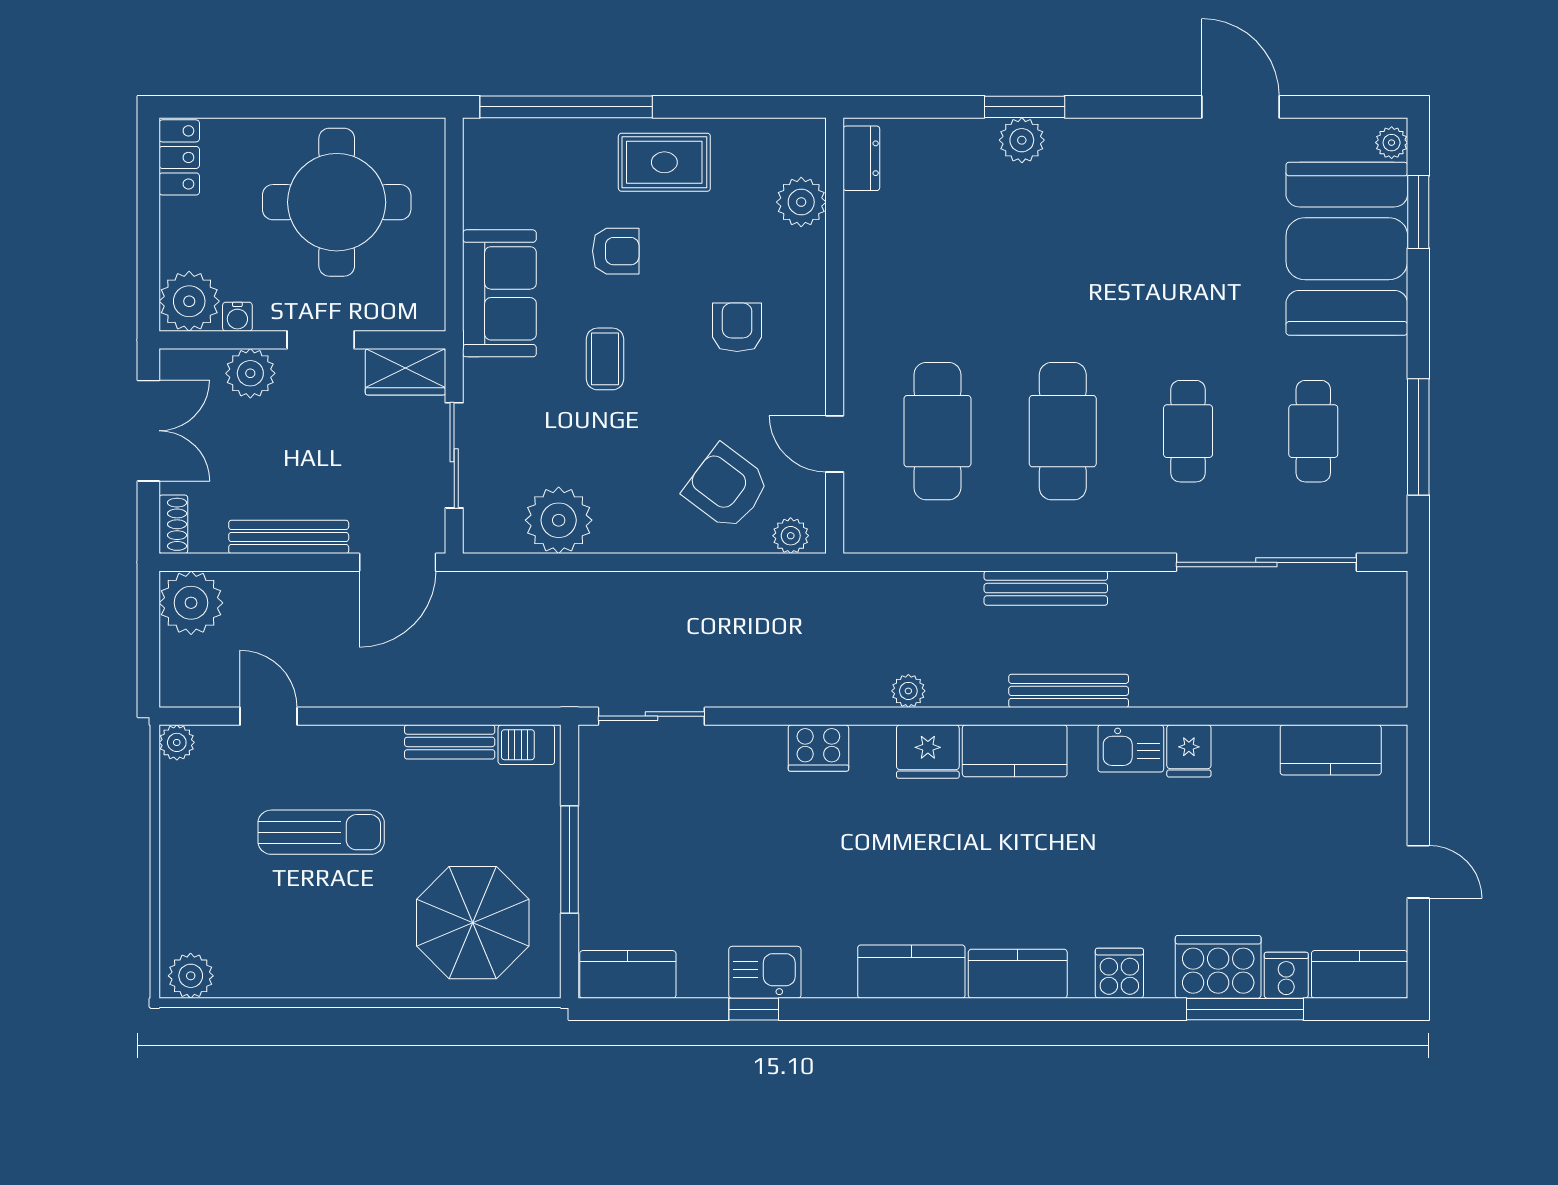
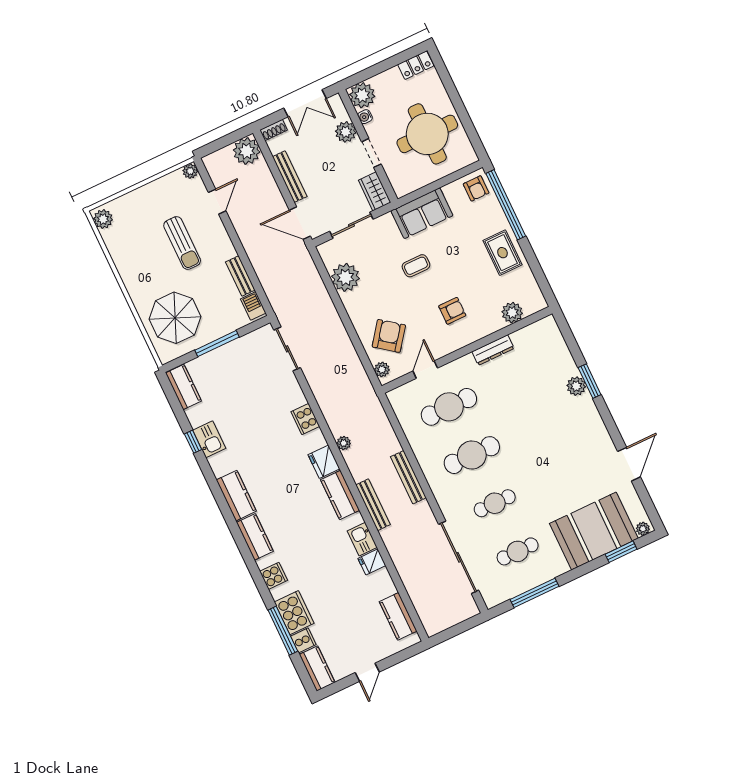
dresser: (861, 158) -> (493, 350), moved, width x1.44
armchair: (616, 251) -> (476, 188), moved

